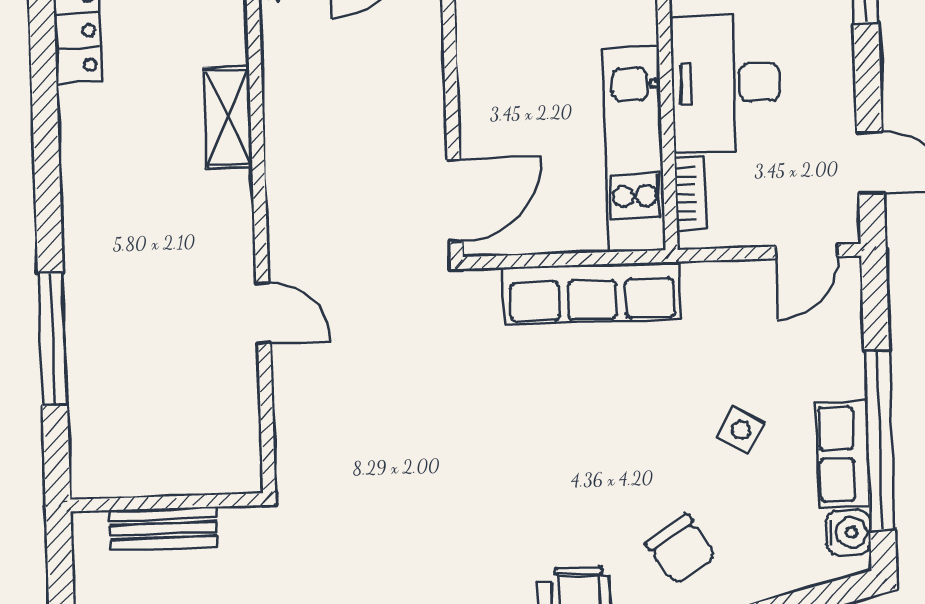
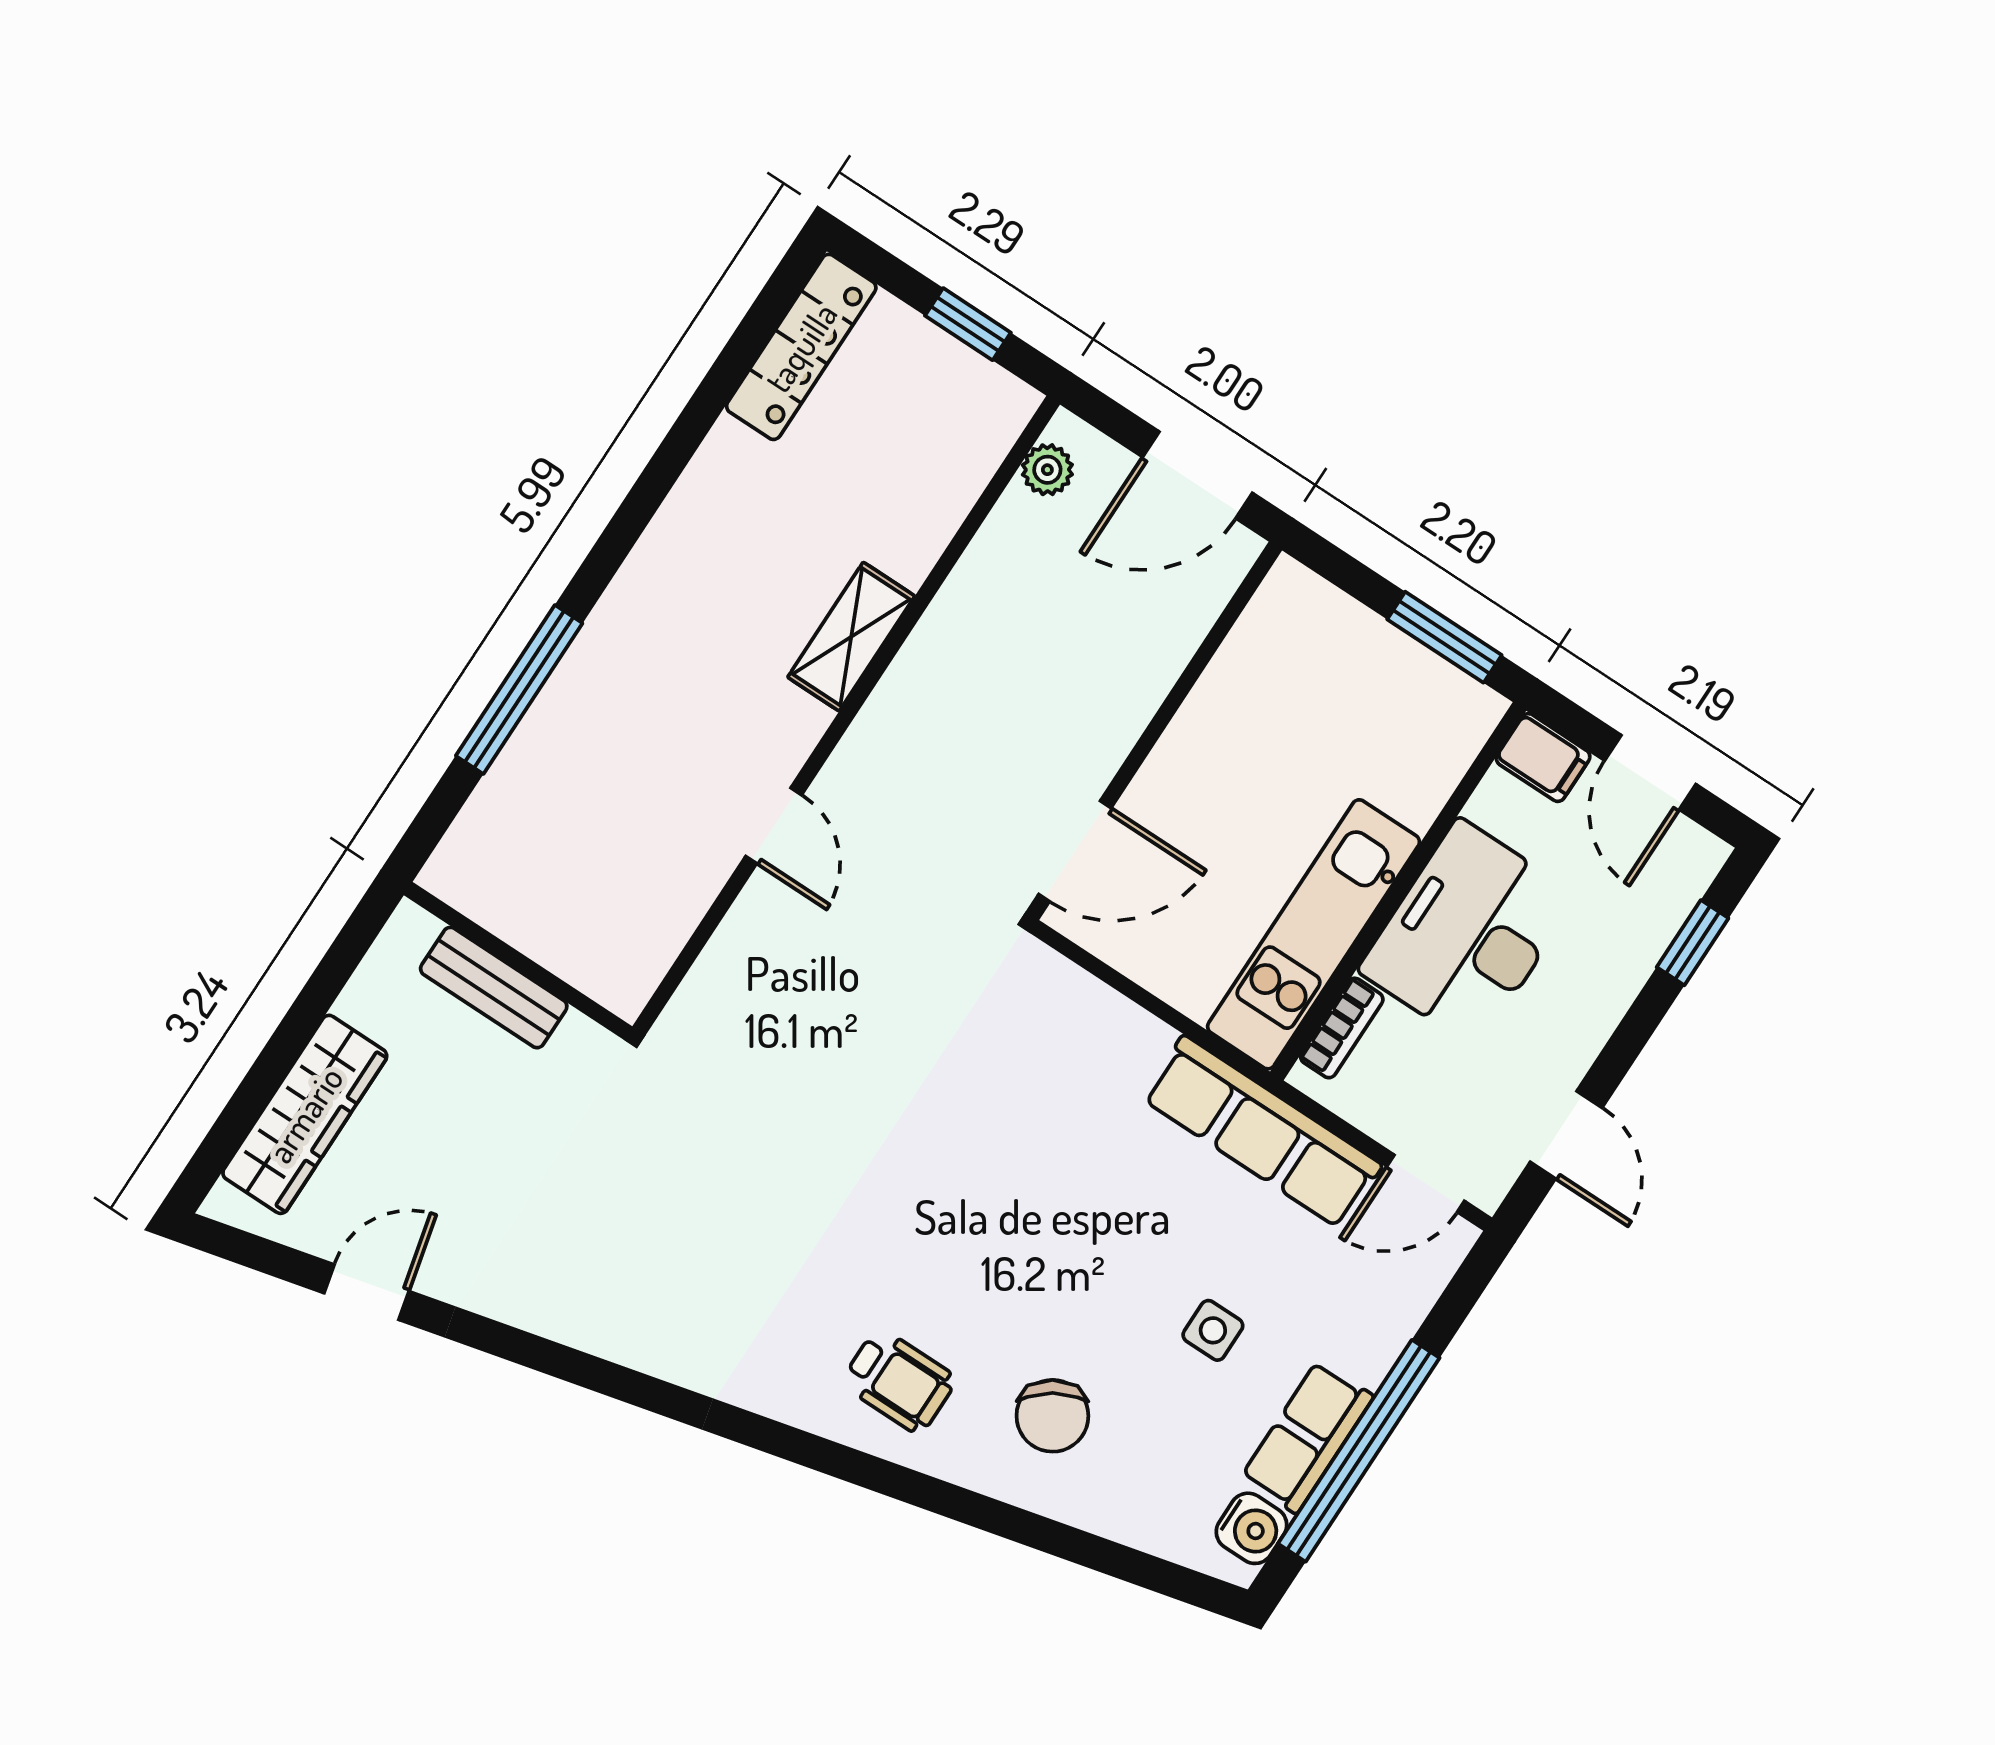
shelving: (228, 117) -> (851, 637), moved
row of seats: (592, 293) -> (1262, 1132), moved
side table: (741, 430) -> (1213, 1330), turned -31

